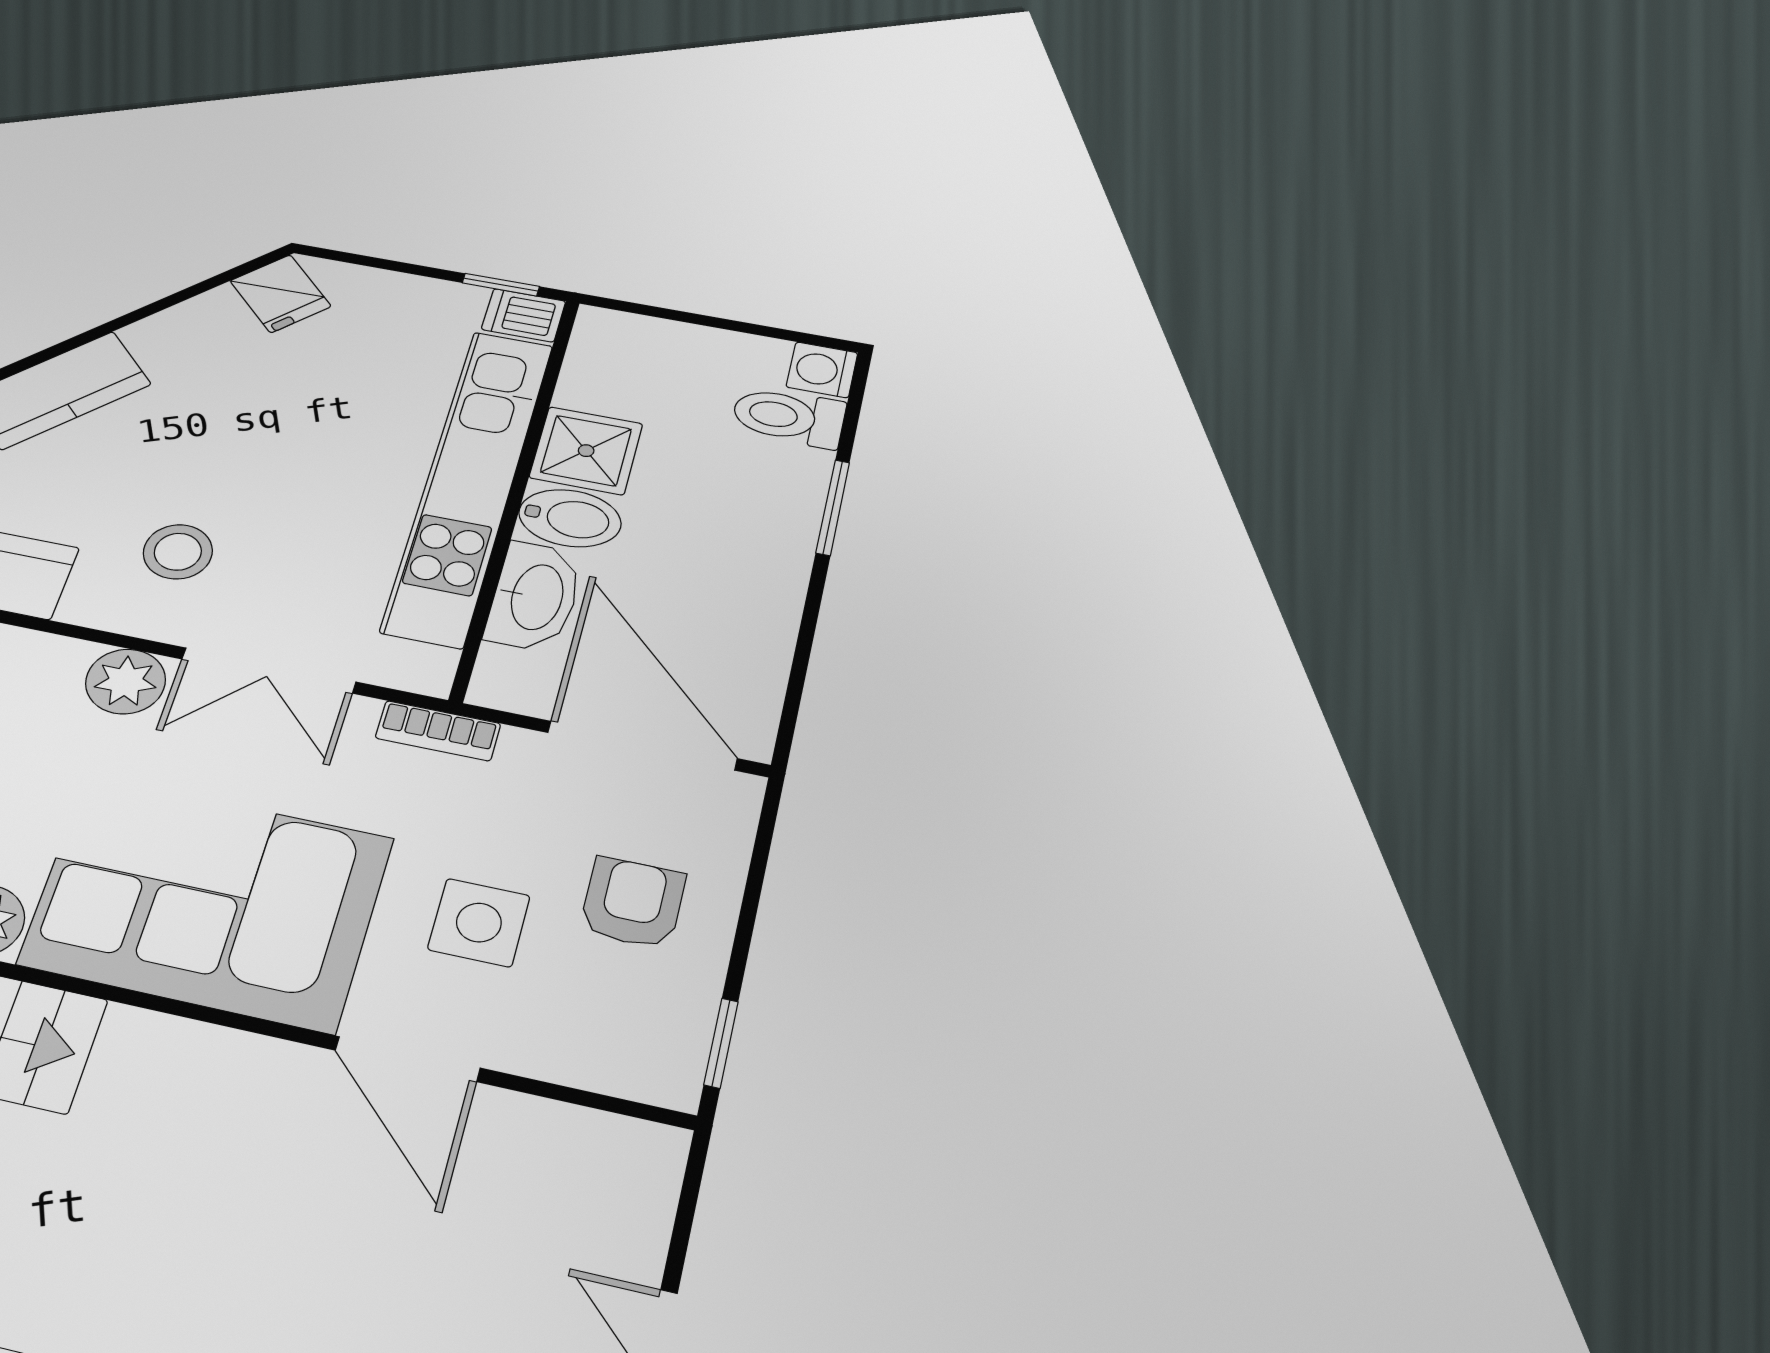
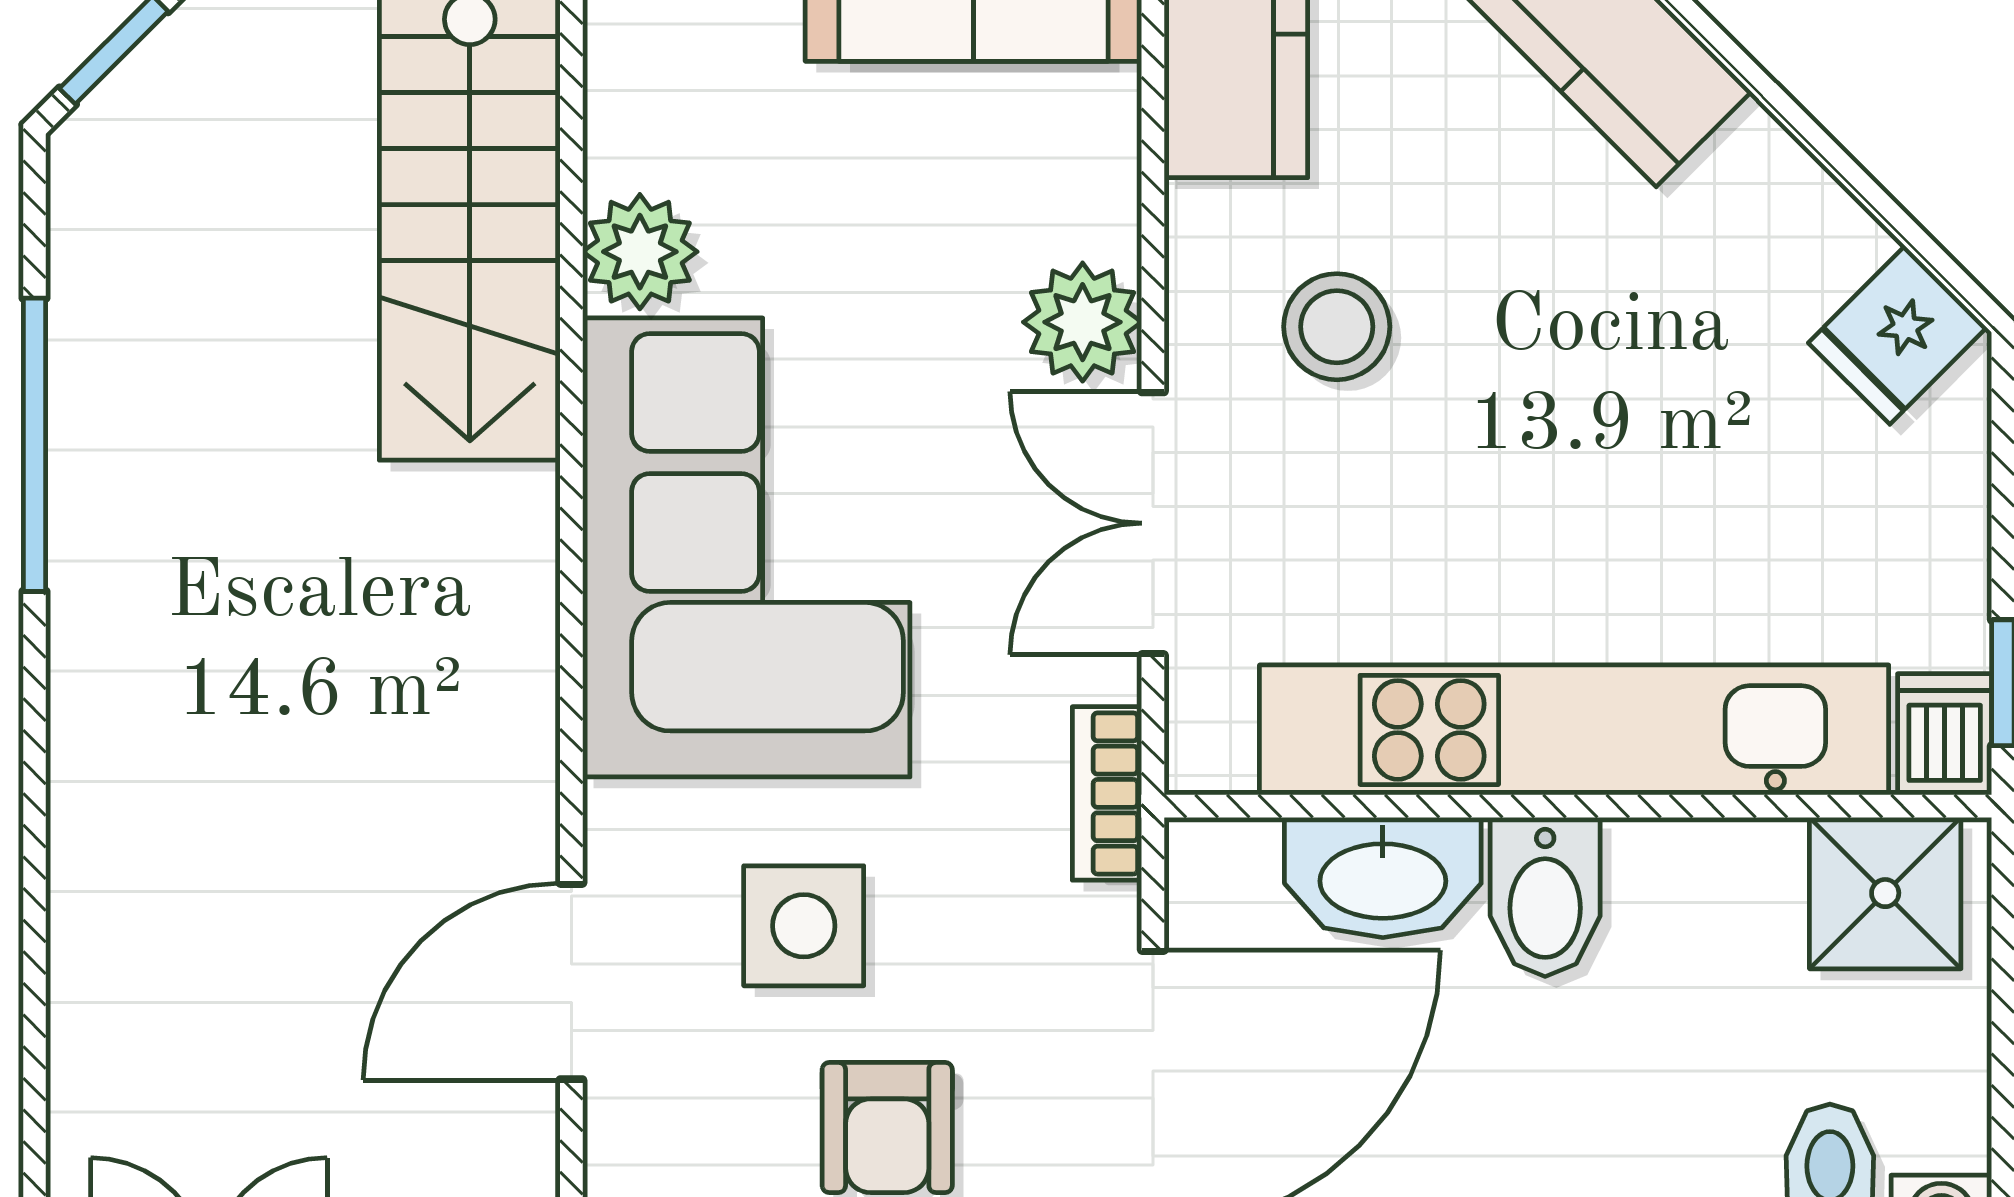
shower: (586, 451) -> (1885, 893), moved
armchair: (633, 903) -> (887, 1128), turned 90
door: (408, 1059) -> (571, 982), moved

